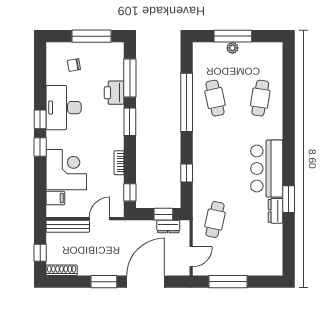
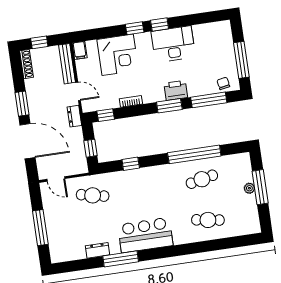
chair: (74, 65) -> (223, 83), moved
printer: (114, 93) -> (176, 90), moved
filing cabinet: (55, 198) -> (80, 50), moved
window: (289, 199) -> (121, 259), width x1.44
dresser: (275, 211) -> (98, 250), moved
dresser: (168, 227) -> (74, 116), moved
window: (228, 282) -> (40, 228), moved

